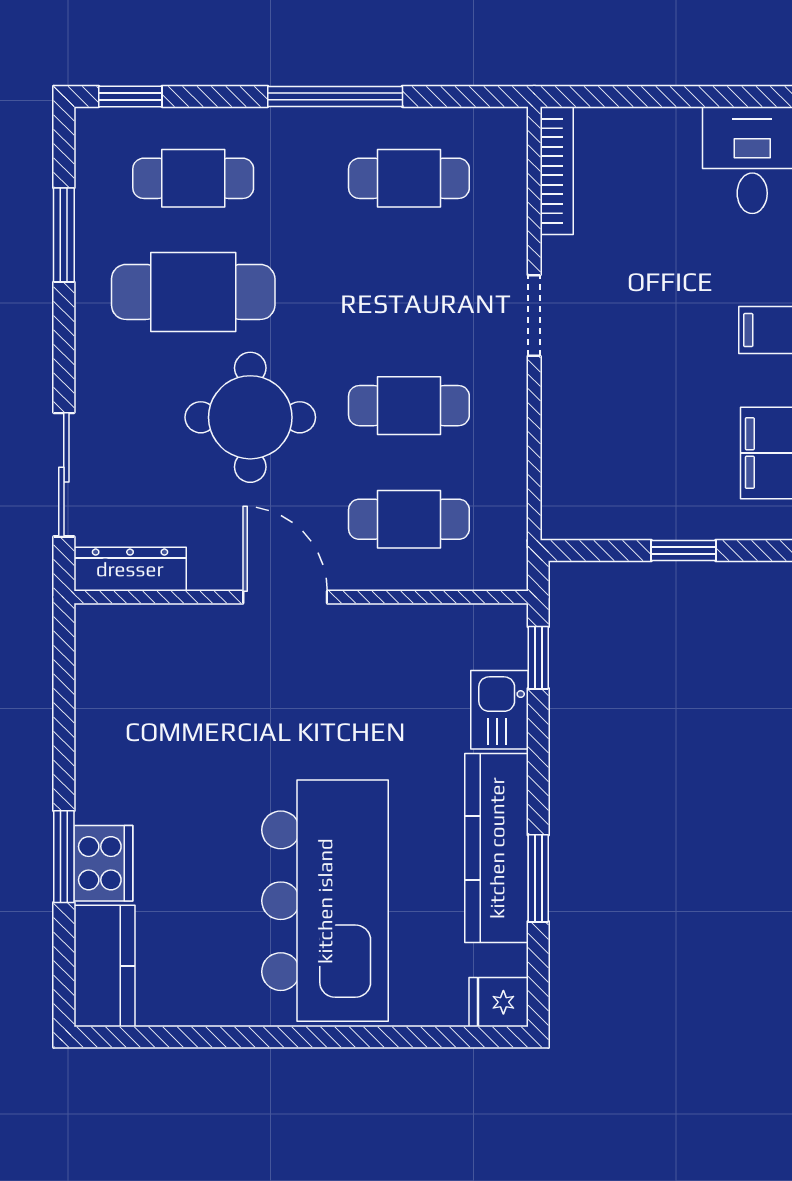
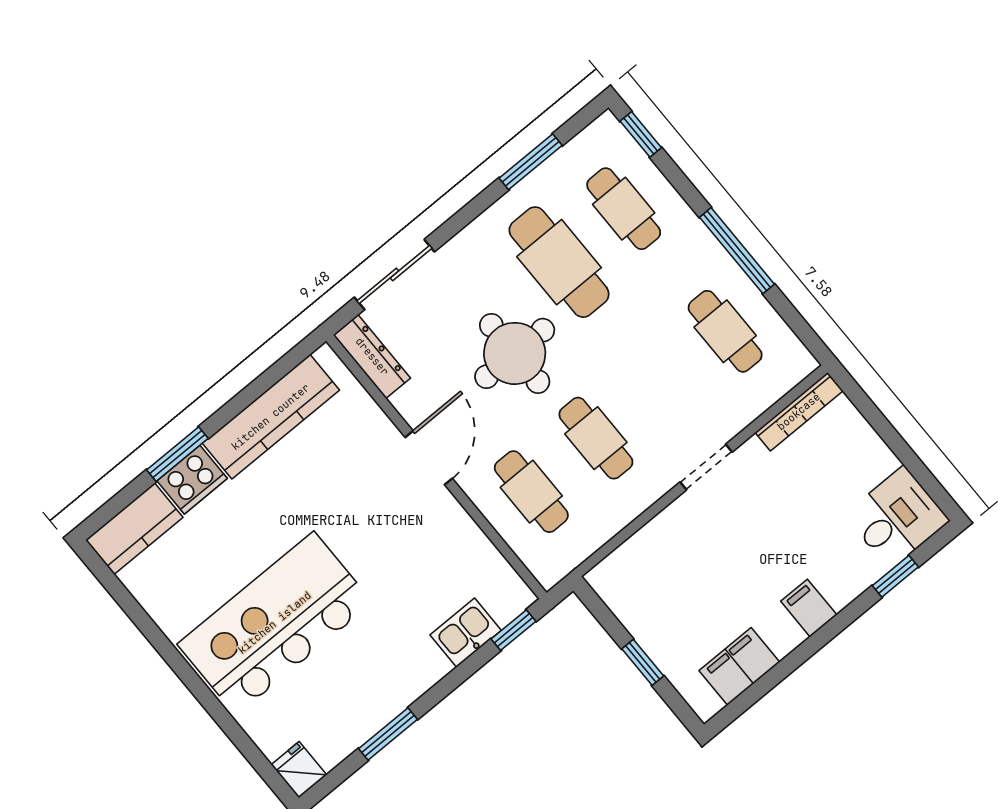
kitchen counter: (497, 848) -> (271, 417), moved, turned 180
kitchen island: (325, 901) -> (275, 623), turned 180

